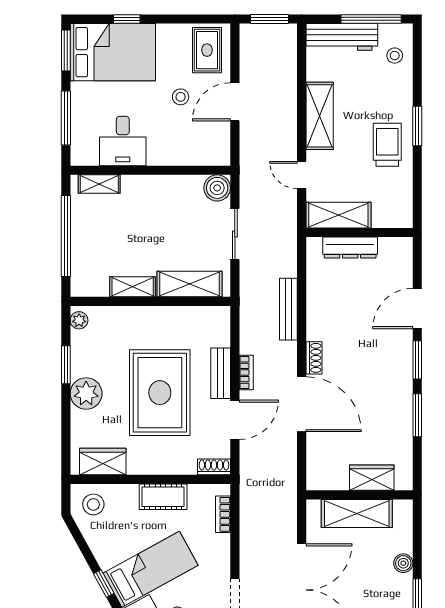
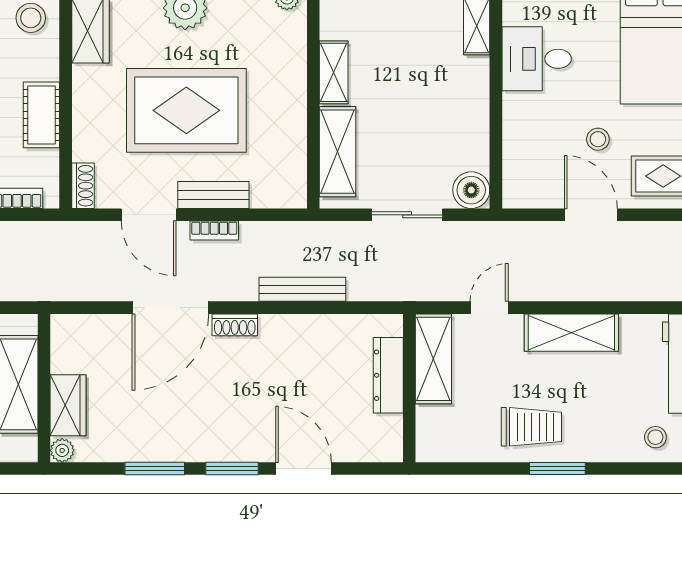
plant: (404, 482) -> (62, 450), added

